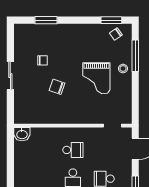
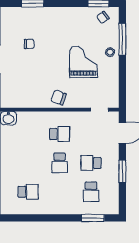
grand piano: (96, 78) -> (83, 62), turned 180
chair: (57, 87) -> (59, 98), moved

